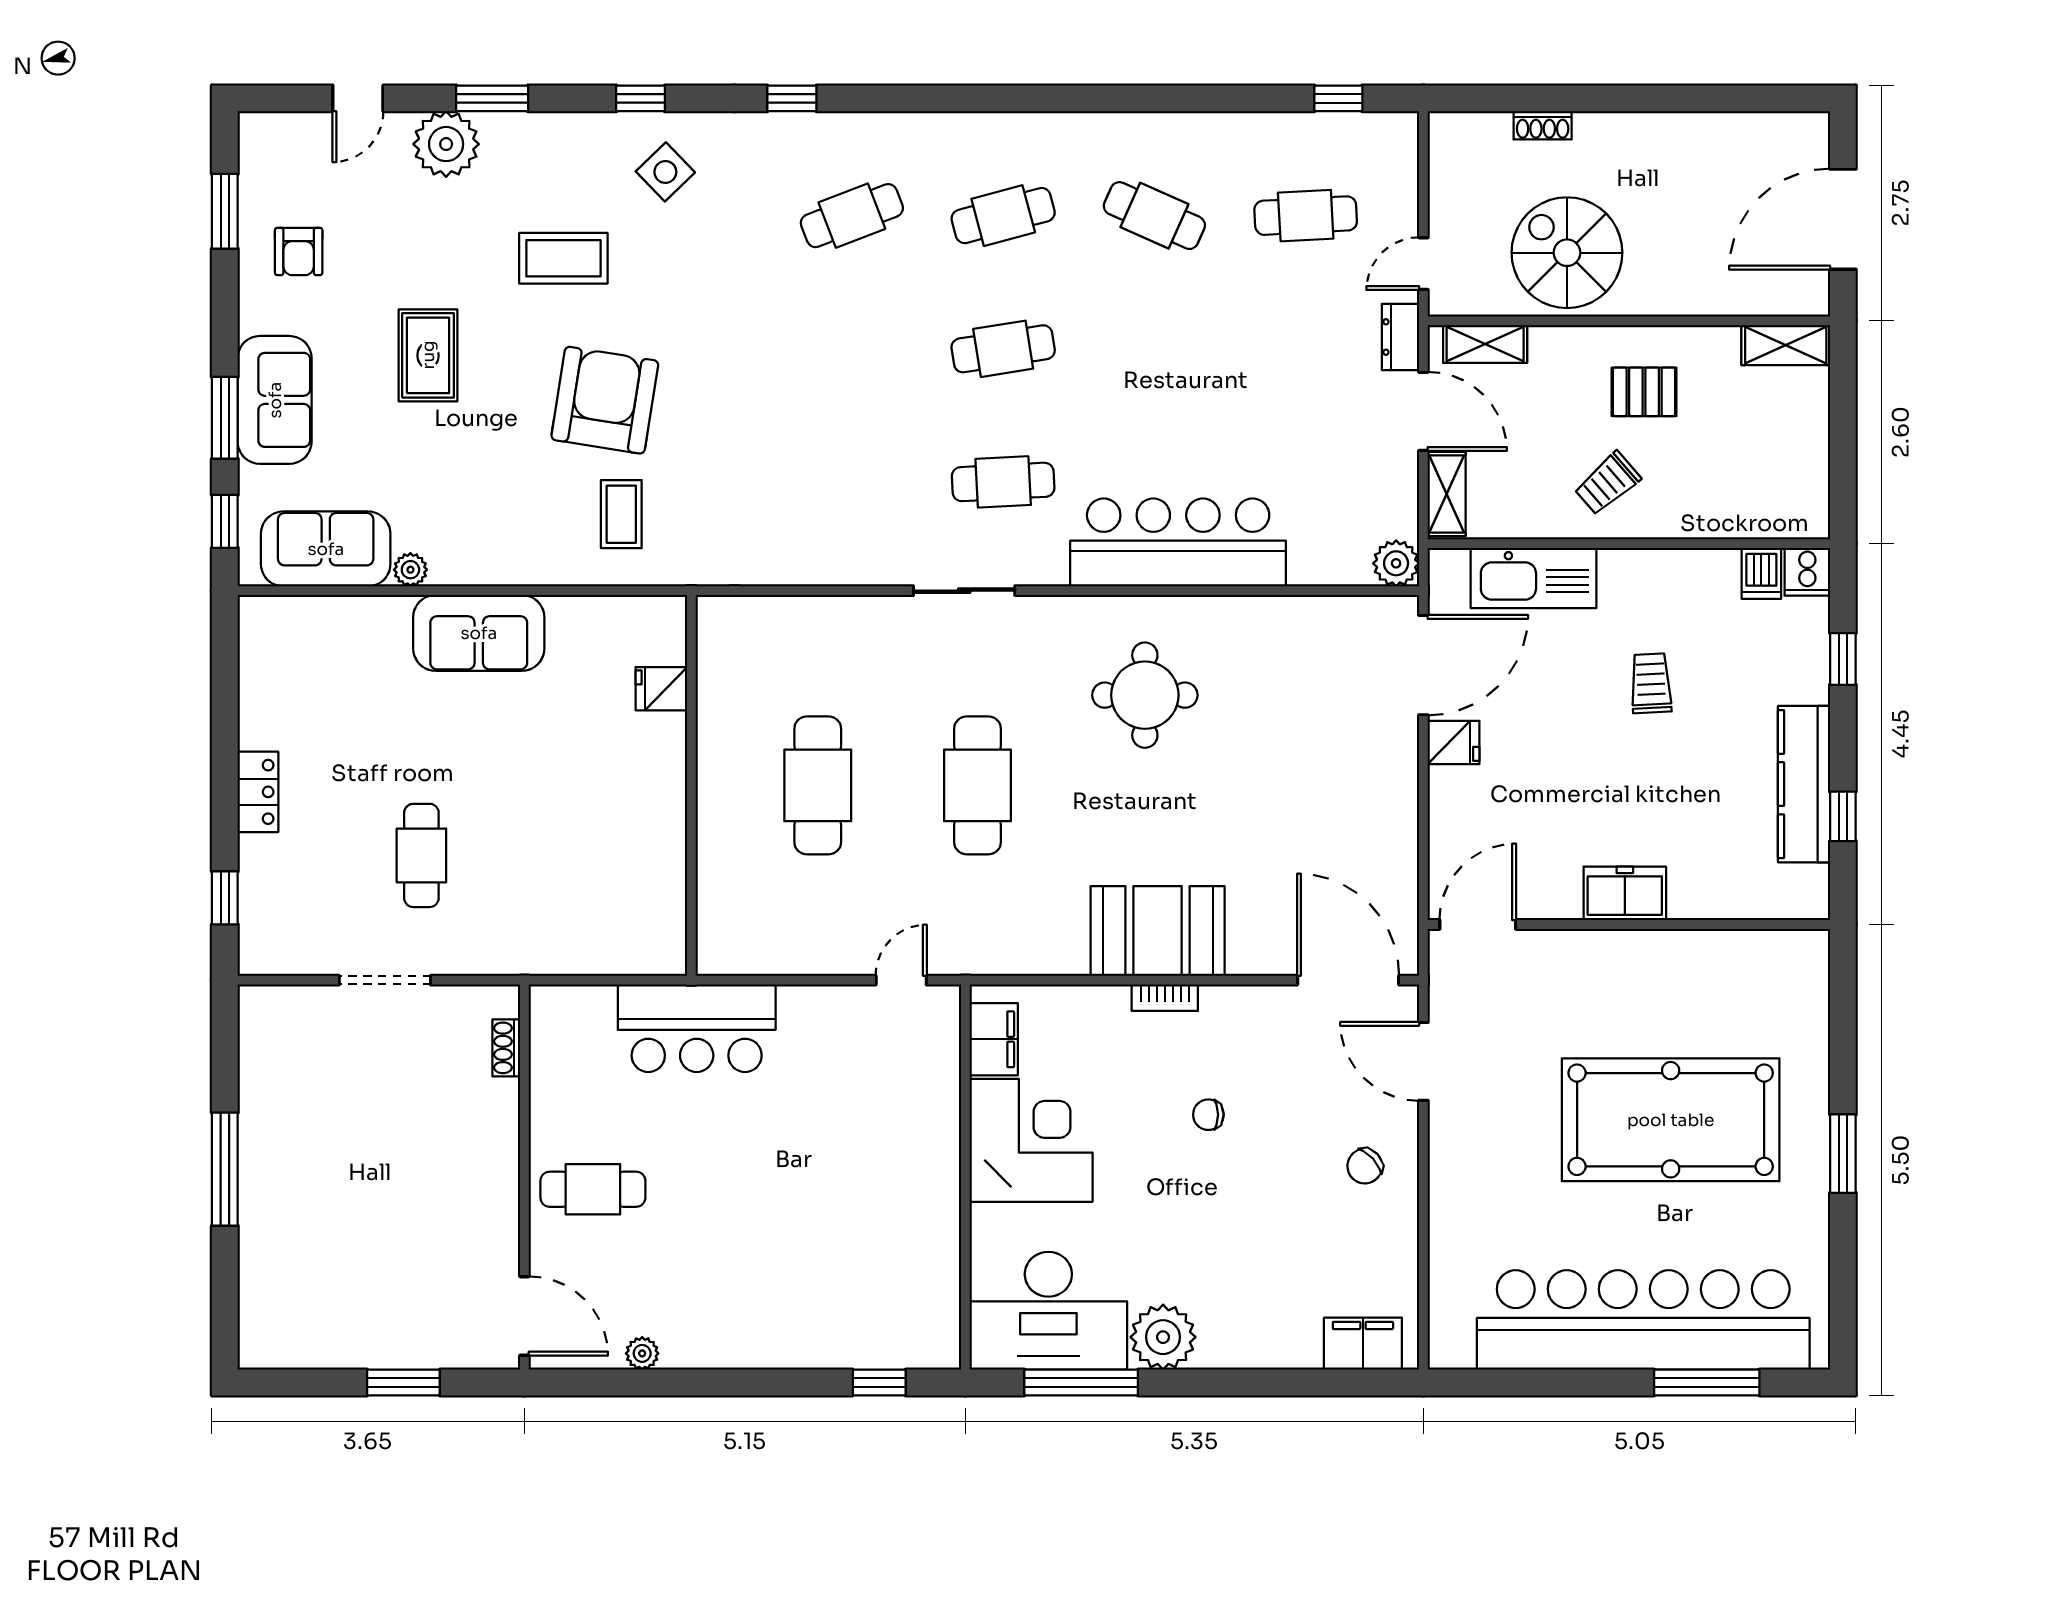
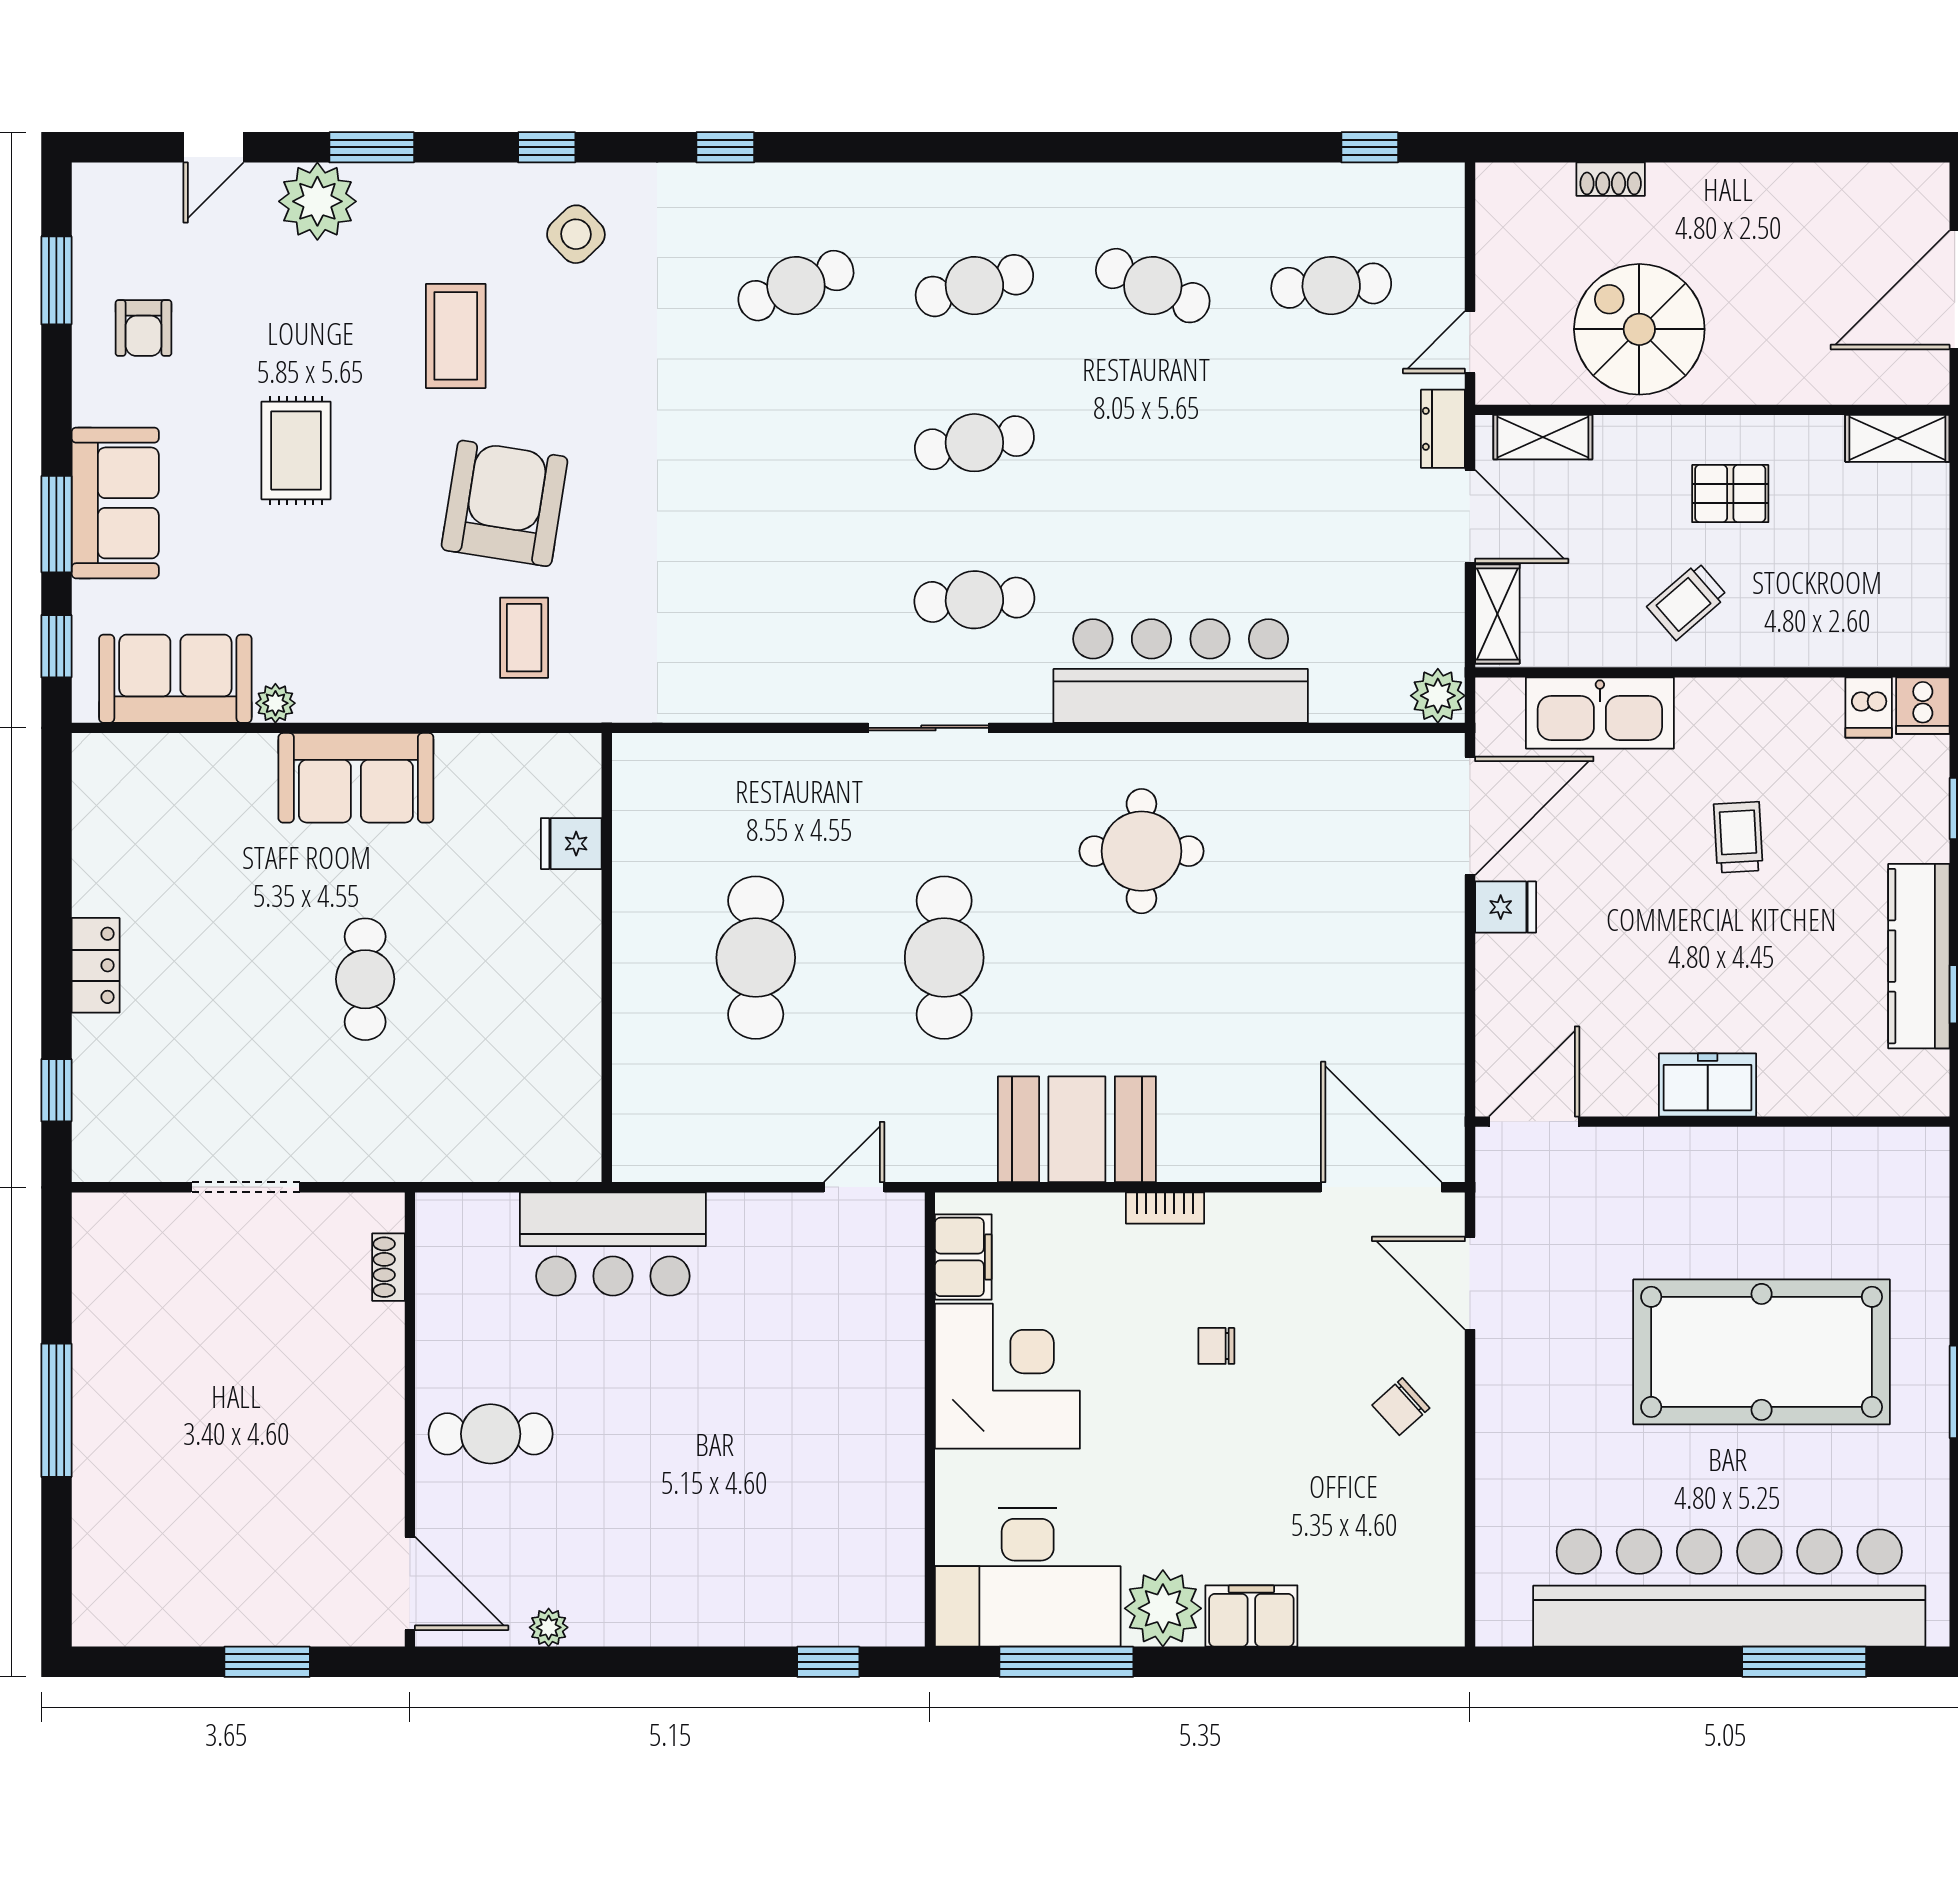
coffee table: (563, 258) -> (456, 336), turned 90
cafe table: (421, 855) -> (365, 979), moved
booth: (1158, 931) -> (1077, 1129), moved
filing cabinet: (1363, 1344) -> (1251, 1616), moved

